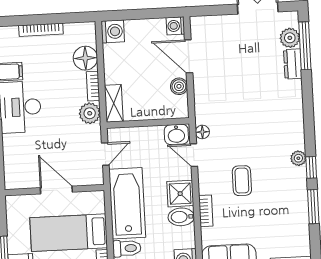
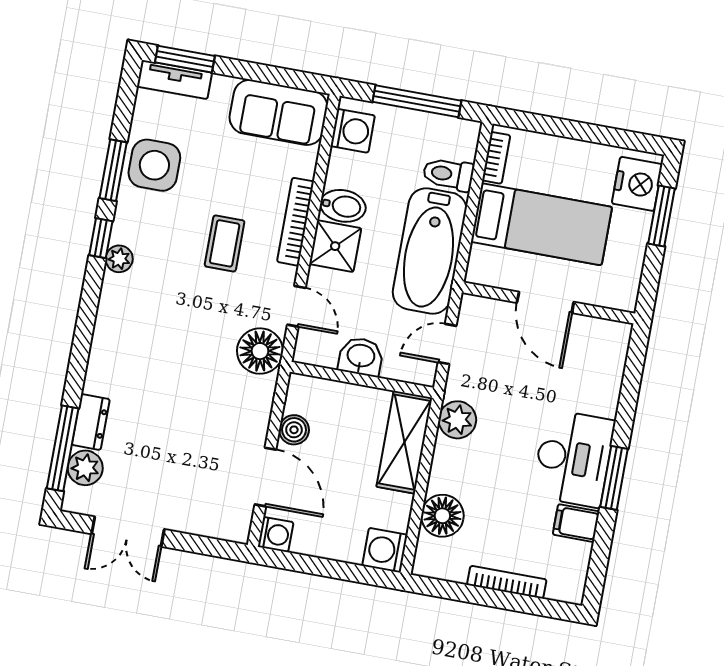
bookcase: (93, 86) -> (441, 465), removed
shelving: (114, 103) -> (404, 442), width x1.50, depth x1.33
floor lamp: (202, 132) -> (260, 351), width x1.89, depth x1.89
washbasin: (176, 134) -> (361, 357), moved
bookcase: (206, 211) -> (296, 222), width x1.56
side table: (291, 215) -> (154, 165), added

